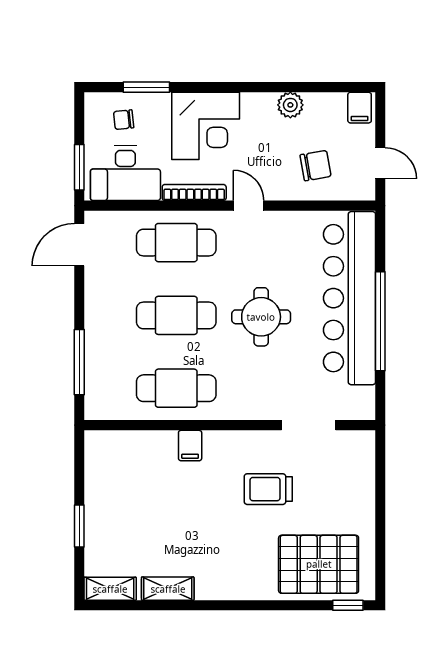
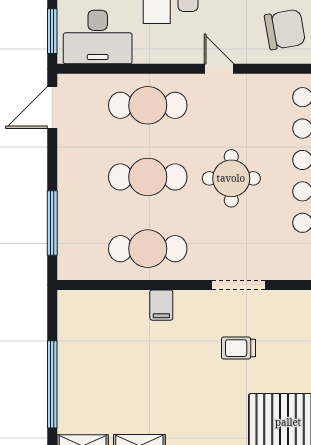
chair: (316, 166) -> (285, 29), width x1.37, depth x1.37
bookcase: (194, 193) -> (165, 56), removed
doorway: (309, 425) -> (238, 285), moved
trolley: (268, 489) -> (238, 348), width x0.73, depth x0.72
window: (79, 526) -> (52, 384), width x2.11

